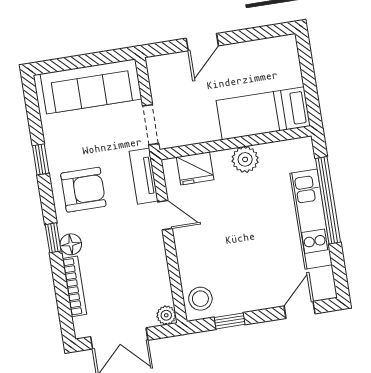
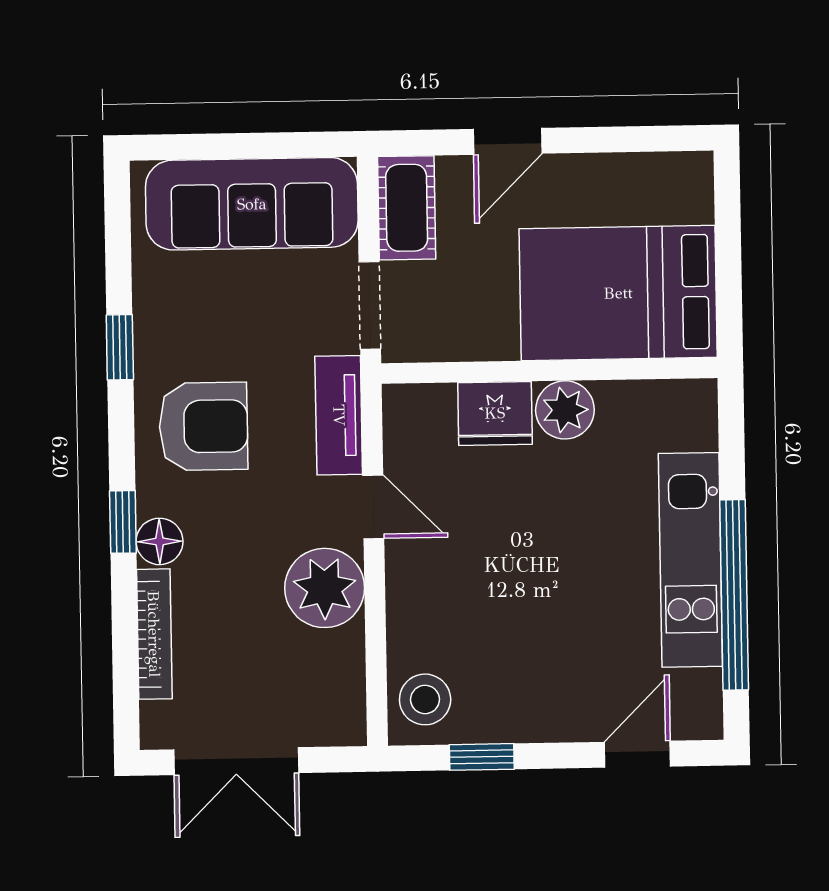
cot: (161, 78) -> (407, 208), added
bed: (263, 113) -> (618, 293), width x1.50
fridge: (195, 168) -> (495, 413), moved
window: (328, 200) -> (734, 595), moved
plant: (166, 315) -> (325, 588), moved, width x1.88, depth x1.88

